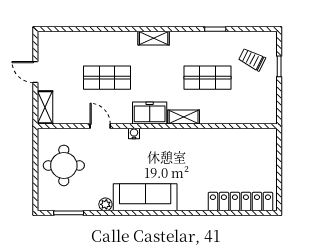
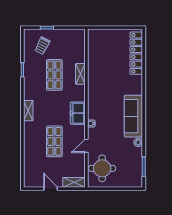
door: (35, 72) -> (51, 189), swing flipped
shelving: (184, 117) -> (80, 74), moved
round table: (64, 165) -> (102, 168), moved

